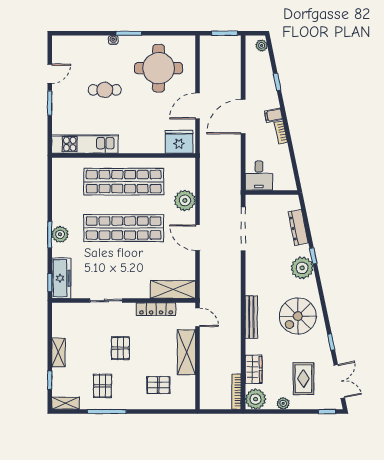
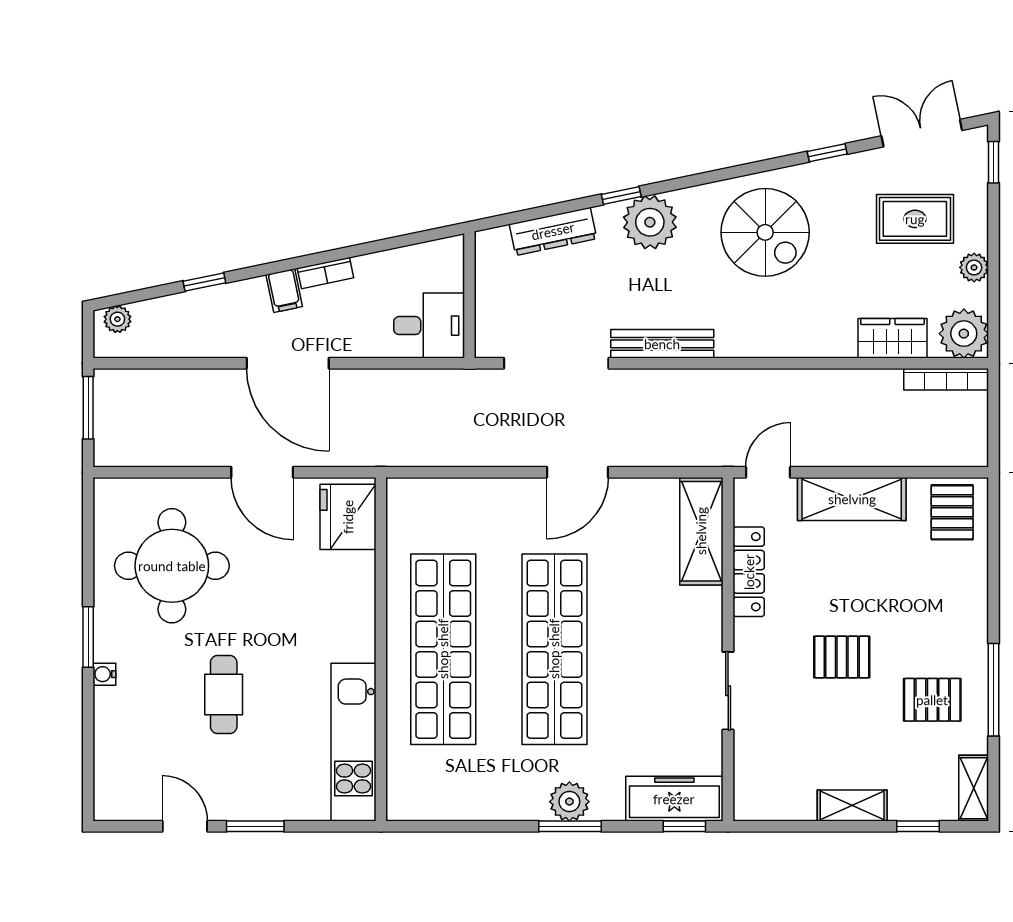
plant: (185, 200) -> (488, 503), removed
bench: (251, 317) -> (662, 344), moved
pallet: (158, 385) -> (952, 512), moved

